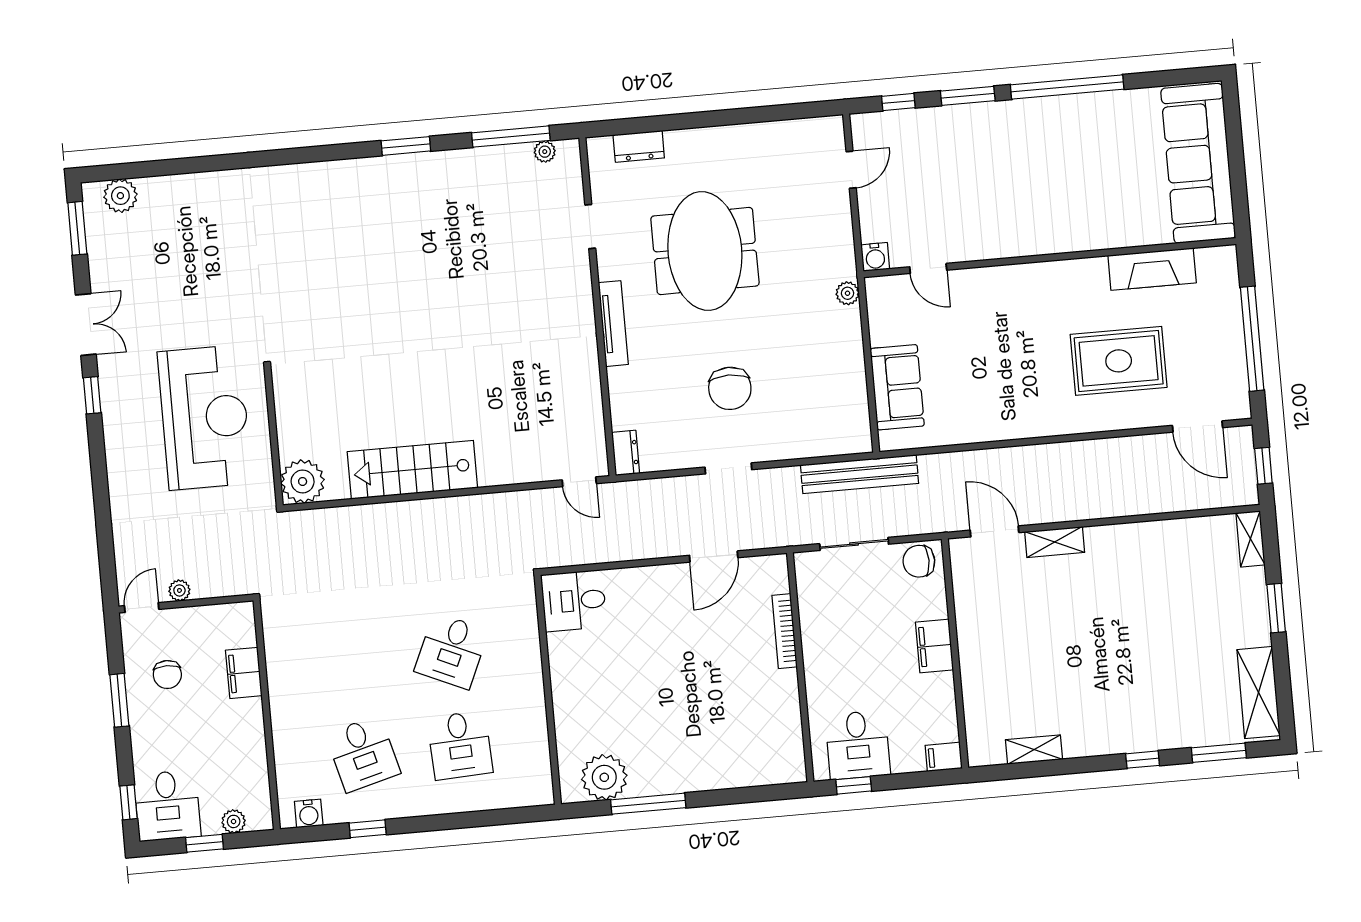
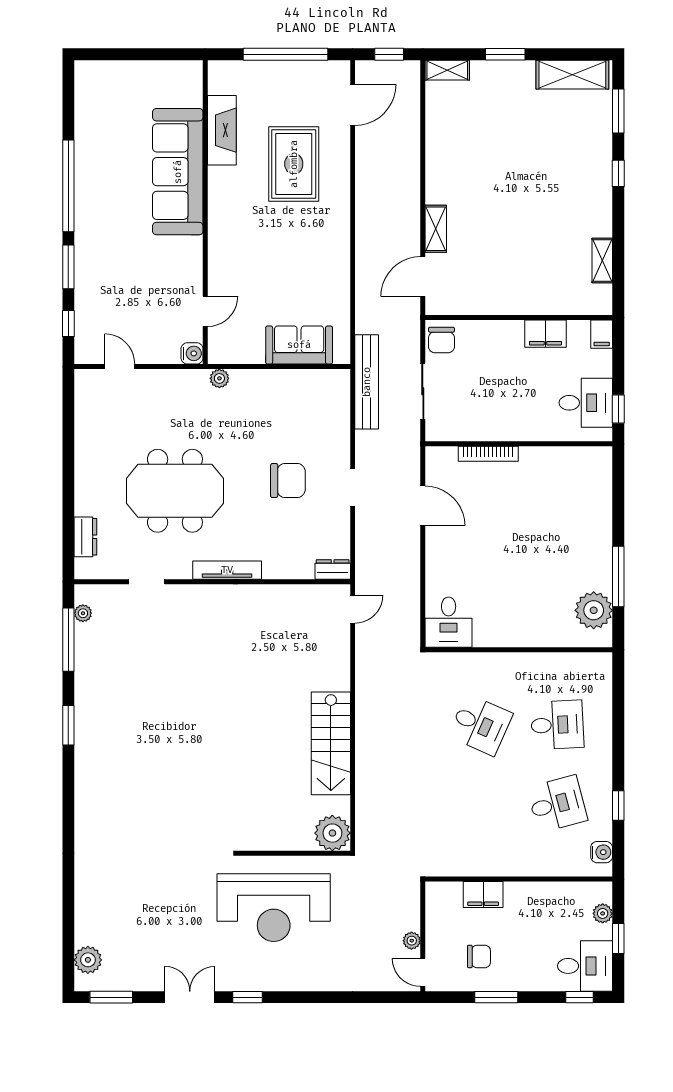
sofa: (1198, 163) -> (178, 172), moved, turned 90
reception desk: (205, 418) -> (274, 908), turned 180
filing cabinet: (934, 646) -> (545, 334), moved

